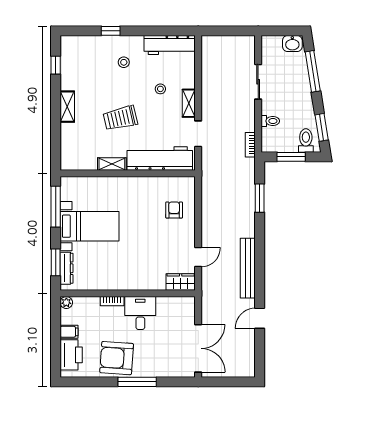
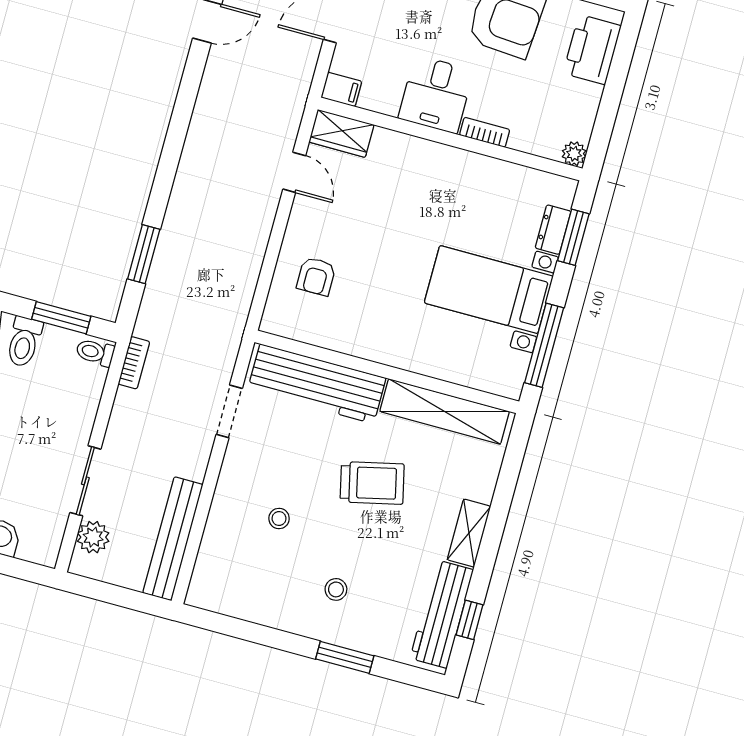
window: (111, 31) -> (345, 657), width x1.50
workbench: (170, 45) -> (442, 614), moved, turned -90
plant: (247, 56) -> (93, 537), added
shelving: (189, 103) -> (231, 476), removed
toilet: (270, 121) -> (95, 352), moved
shelving: (112, 164) -> (445, 411), width x2.20, depth x1.33
door: (198, 257) -> (294, 172), swing flipped
dresser: (66, 268) -> (553, 230), width x0.70
bench: (248, 268) -> (173, 539), moved
filing cabinet: (69, 332) -> (341, 89), moved, turned 180

